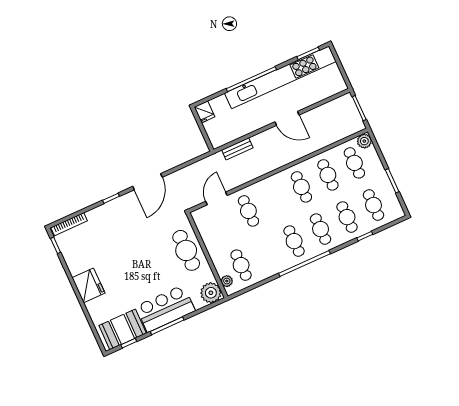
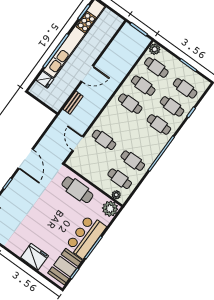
fridge: (204, 112) -> (45, 80), moved
door: (287, 118) -> (87, 74), moved
cafe table: (294, 241) -> (133, 161), moved
fridge: (88, 285) -> (35, 257), moved

